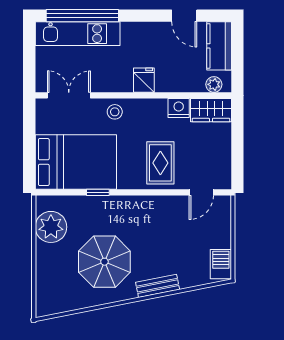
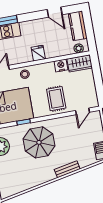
parasol: (104, 262) -> (39, 142), moved

